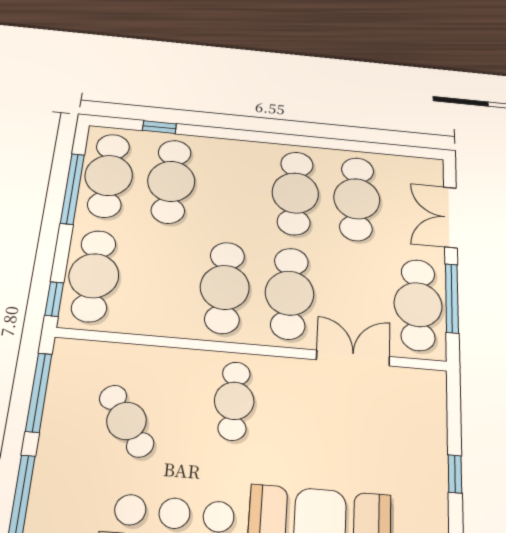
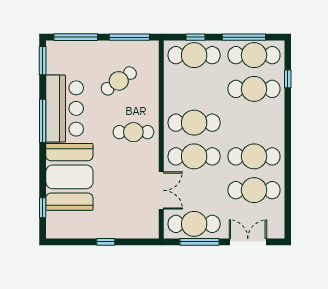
window: (54, 299) -> (195, 37), moved

